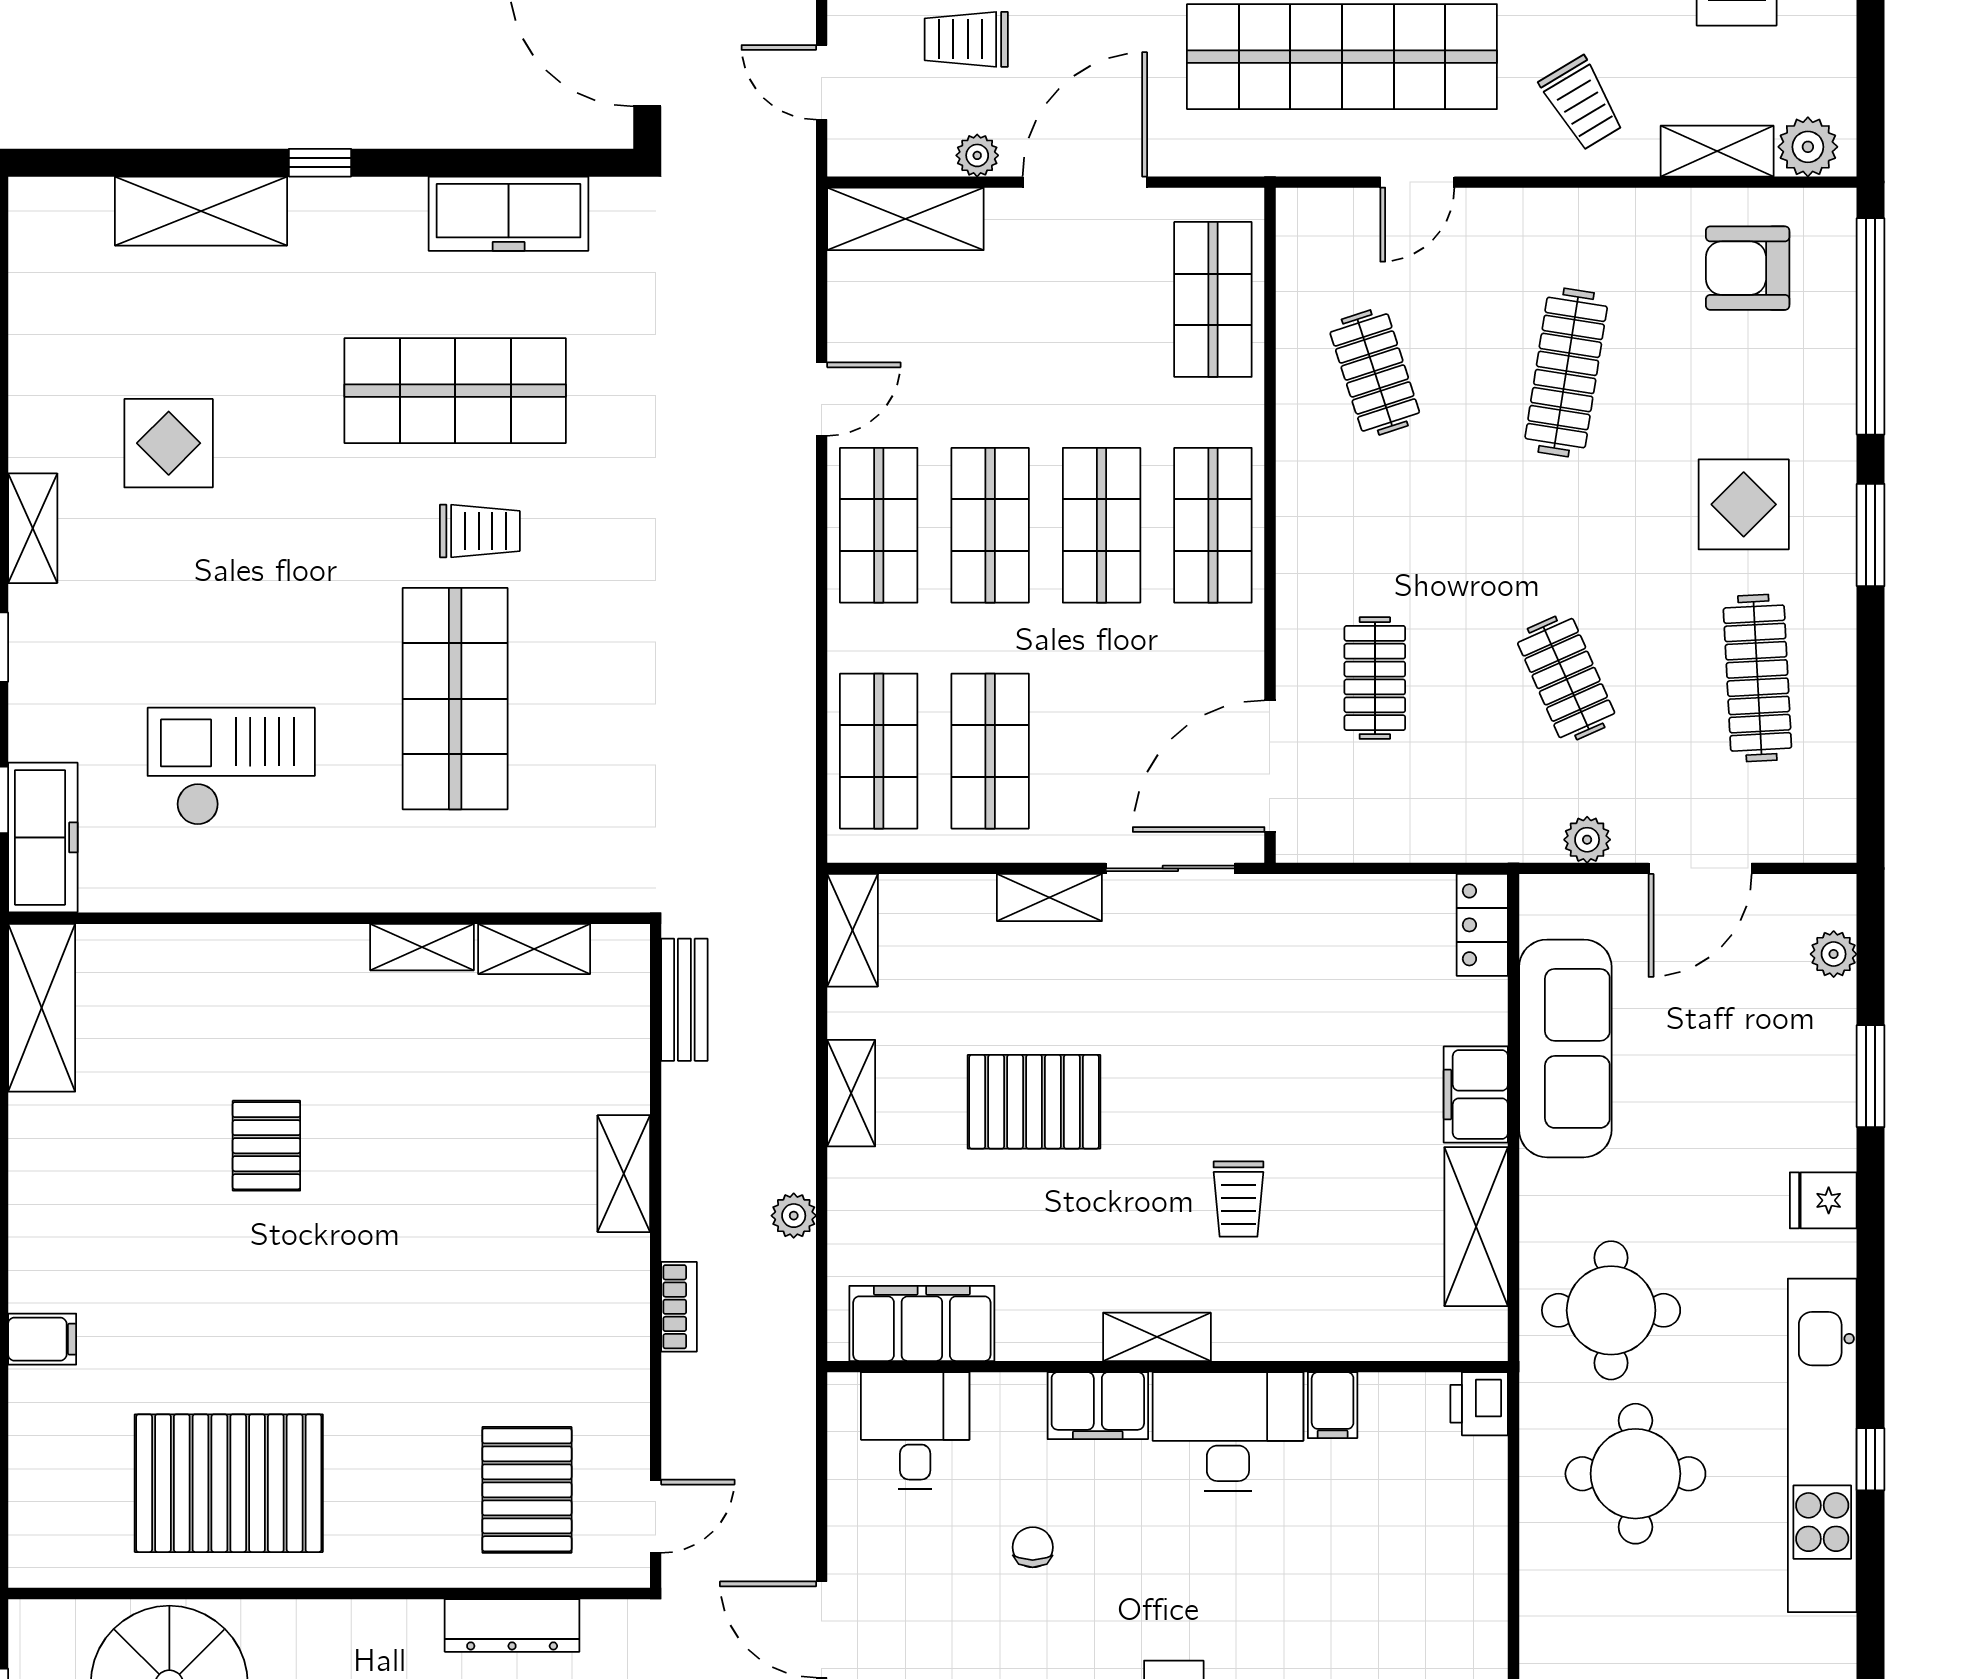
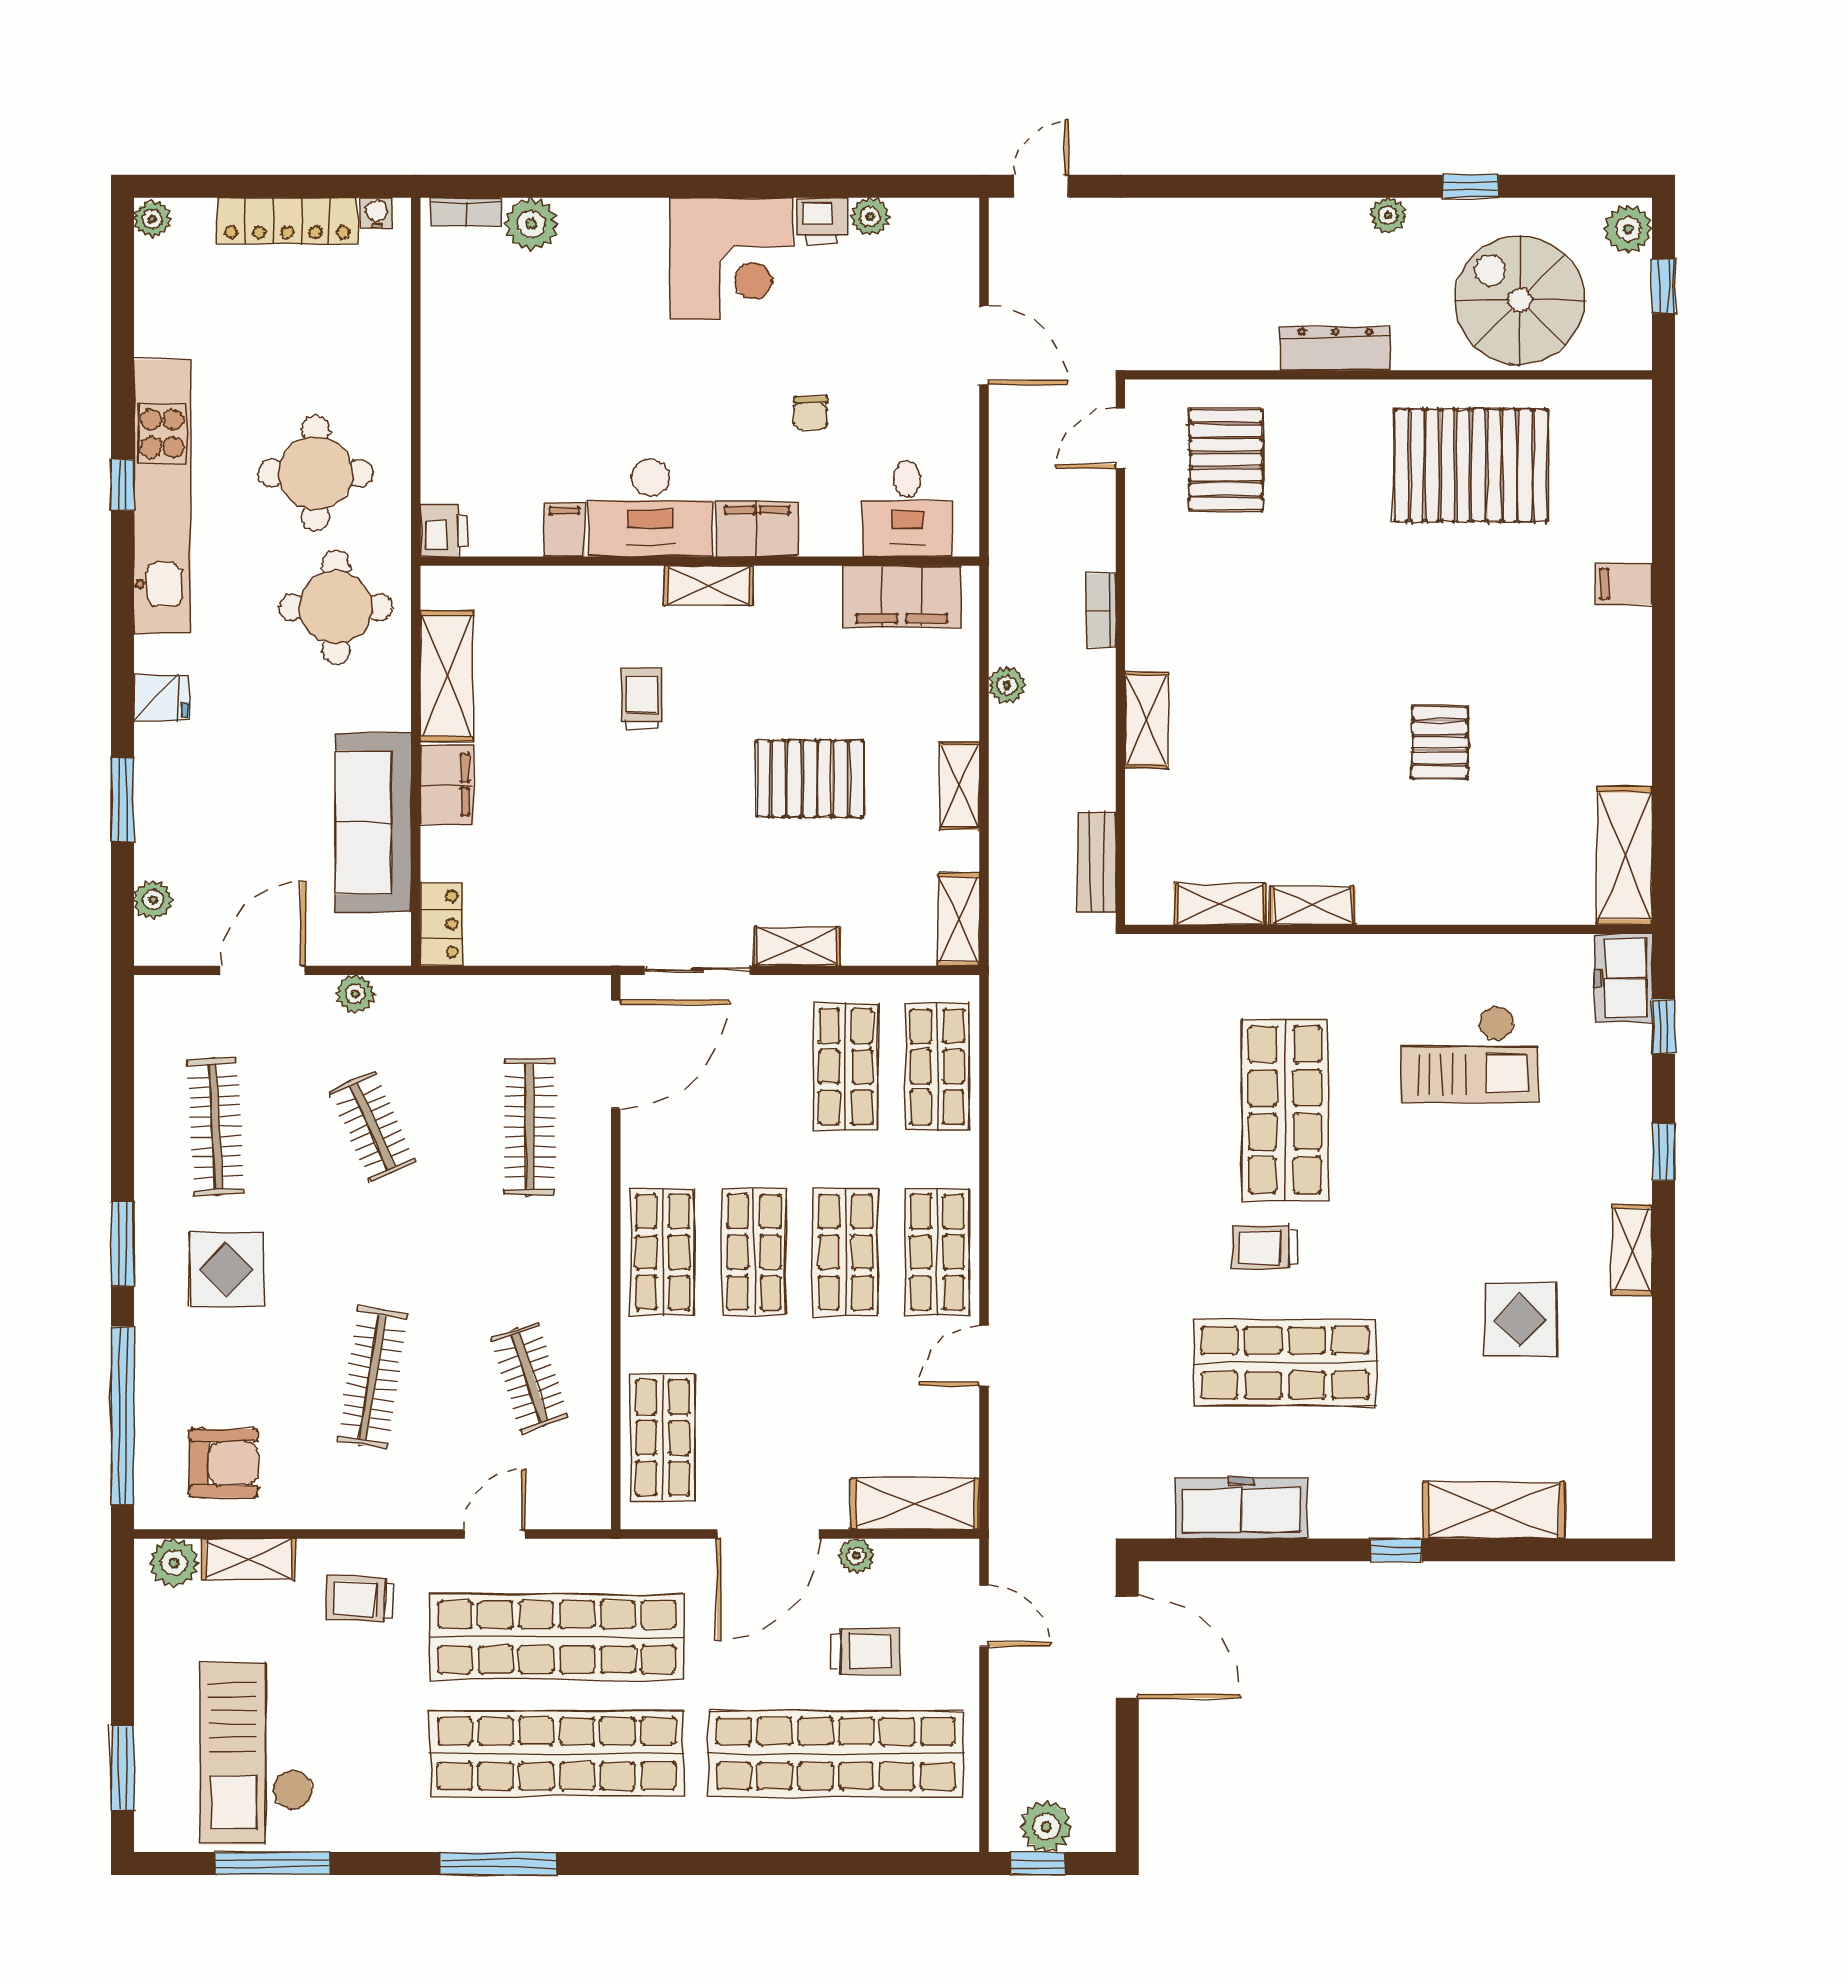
trolley: (1582, 103) -> (360, 1599), turned -56
clothes rail: (1375, 678) -> (530, 1127), width x1.36
freezer: (43, 837) -> (1624, 978), width x0.71
dresser: (512, 1625) -> (1335, 349), moved

